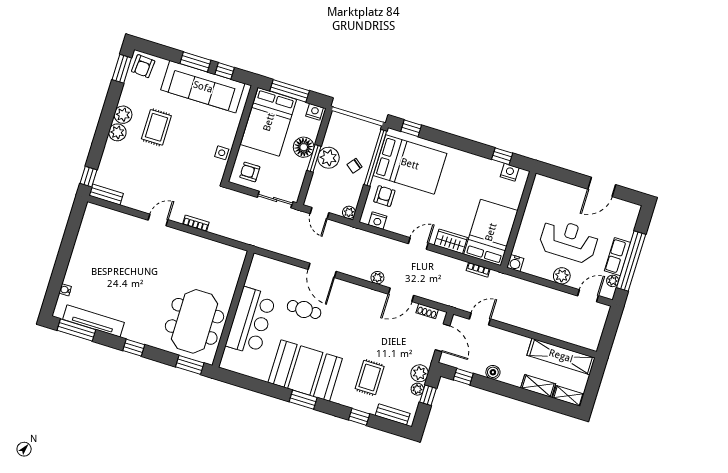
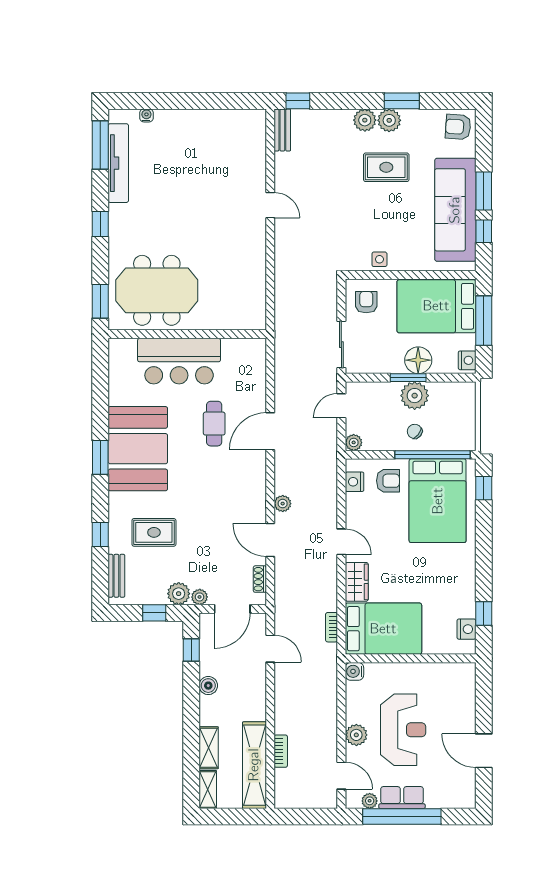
window: (122, 69) -> (402, 101), moved
bookcase: (196, 223) -> (281, 751), moved
plant: (417, 389) -> (200, 597), moved

